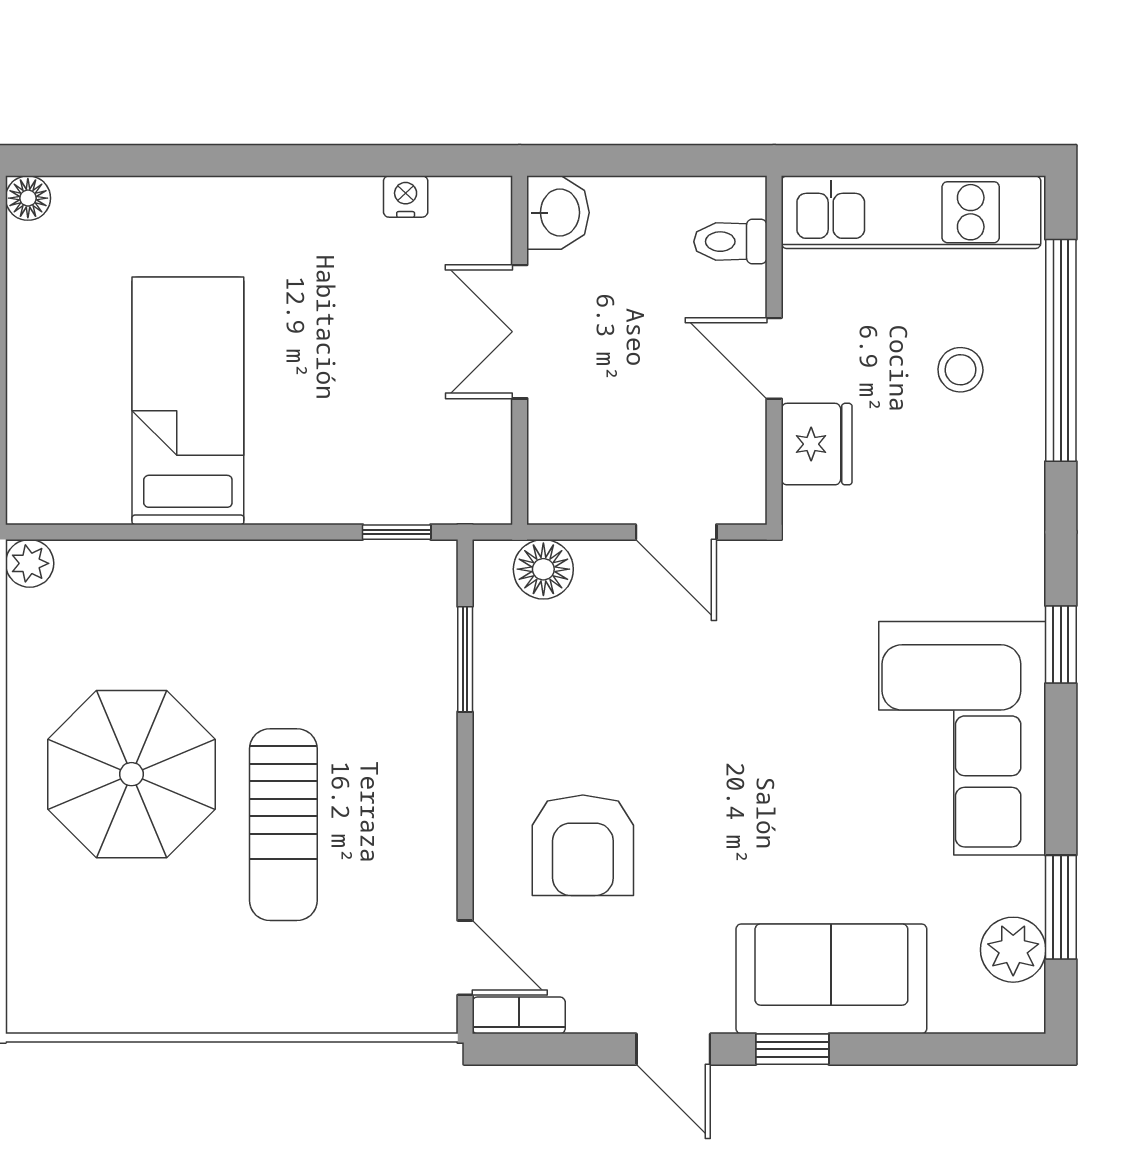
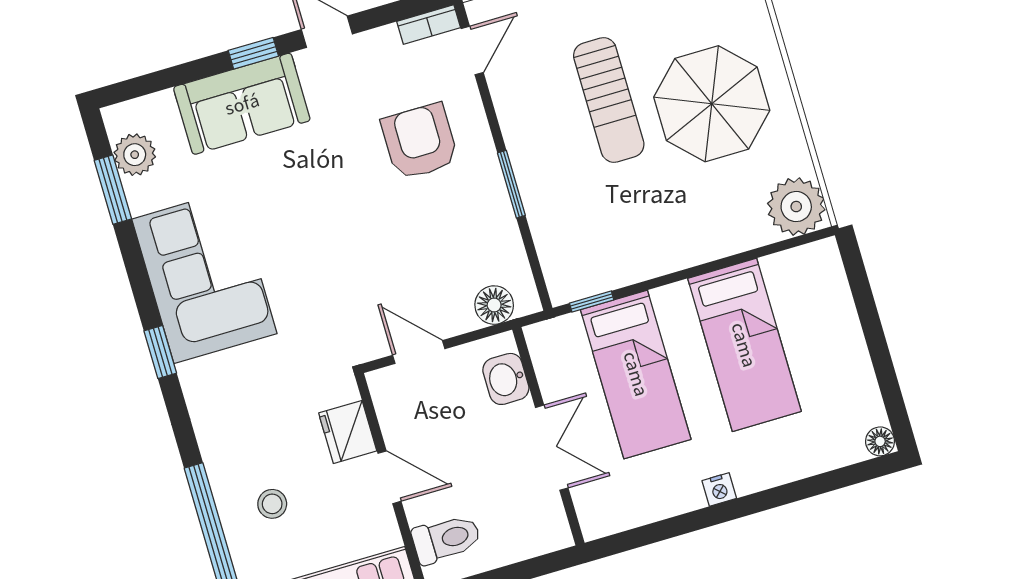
nightstand: (406, 196) -> (719, 489), moved
washbasin: (558, 213) -> (506, 379), moved
toilet: (730, 242) -> (446, 539), width x1.37, depth x1.39
bed: (363, 404) -> (636, 374), added
plant: (30, 563) -> (796, 207), width x1.88, depth x1.88
window: (465, 659) -> (511, 184), moved
sun lounger: (283, 825) -> (609, 100), turned 180
door: (465, 958) -> (472, 51), swing flipped

